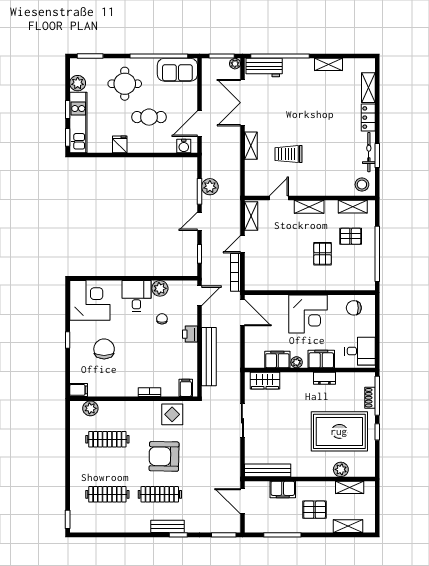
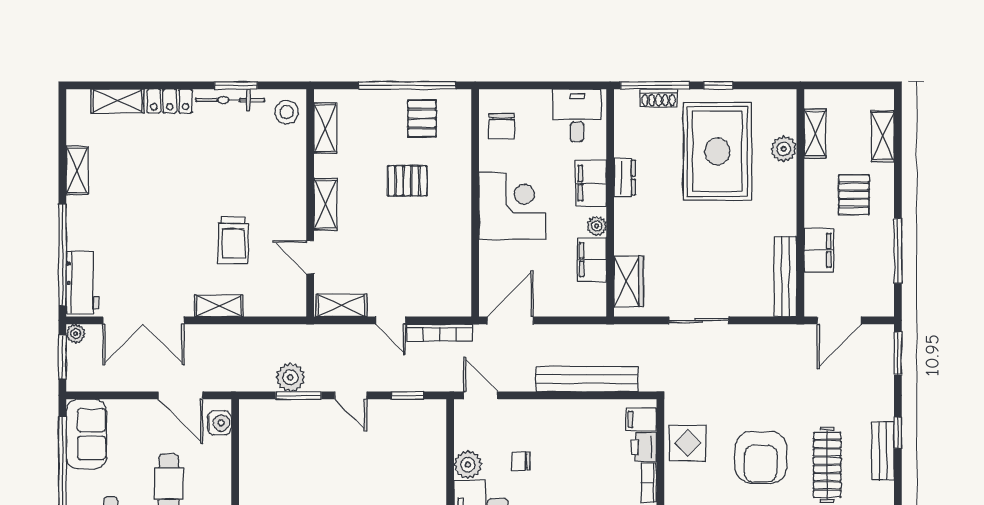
pallet: (351, 236) -> (422, 118), moved
printer: (190, 334) -> (644, 447), moved, turned 90

